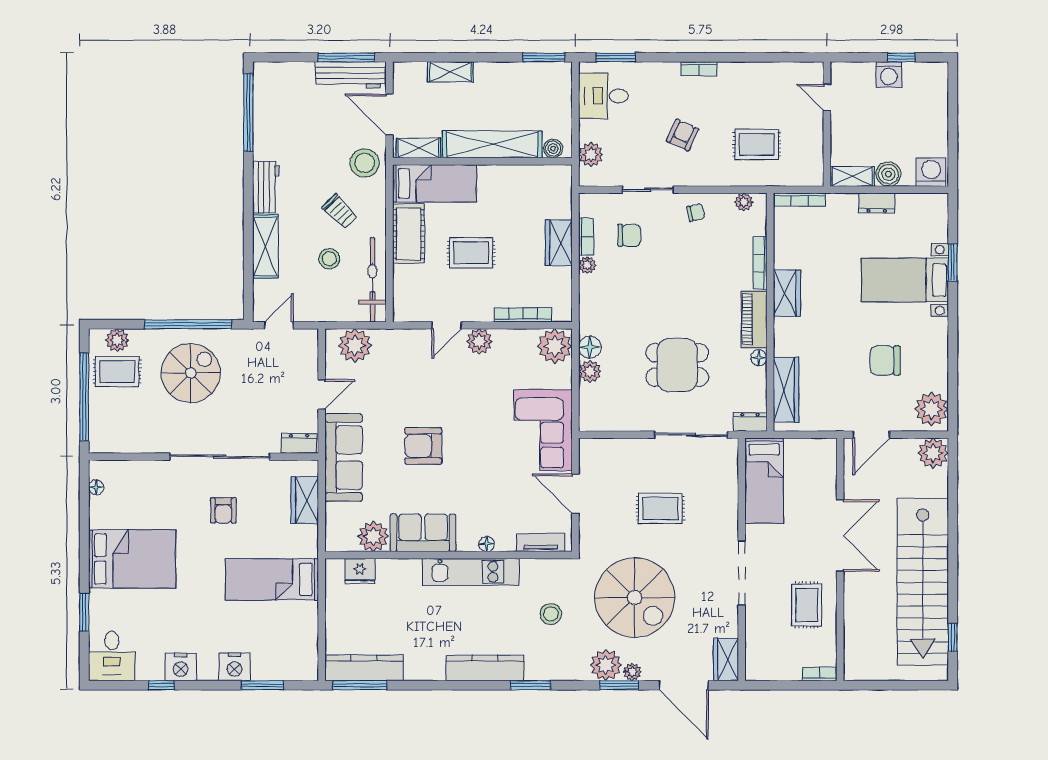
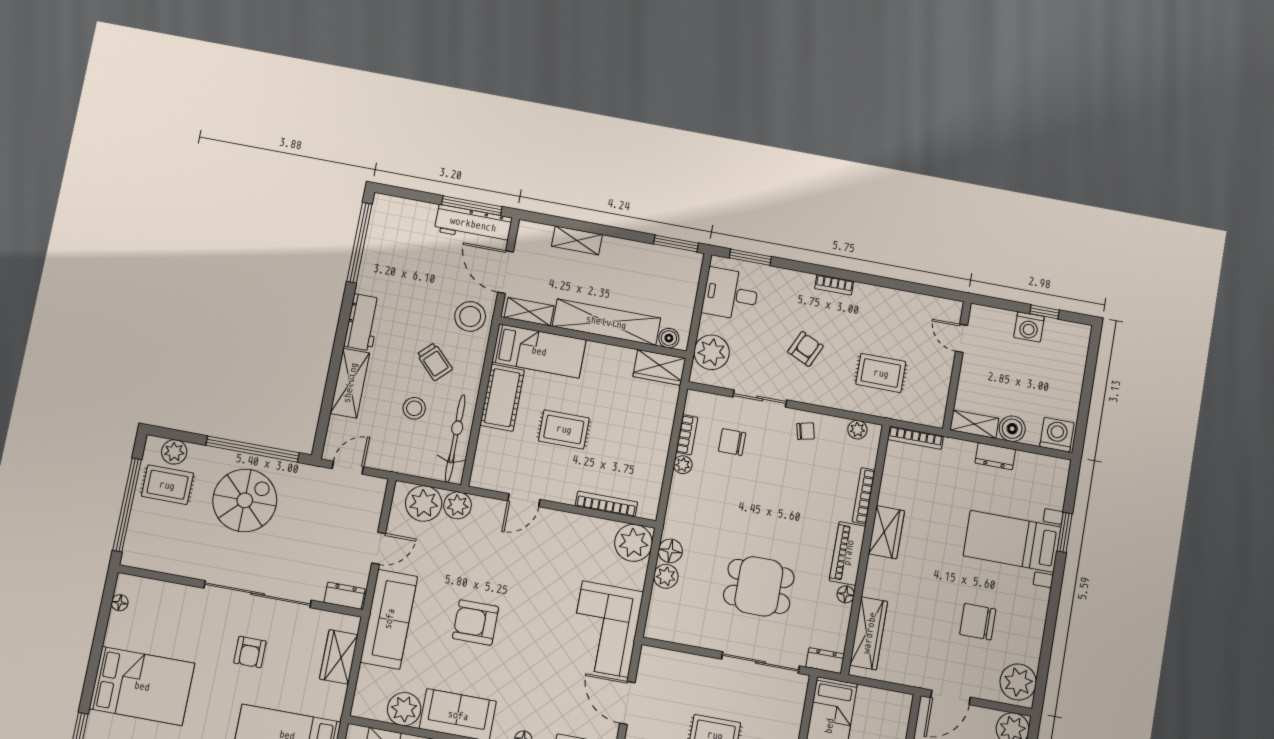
plant: (591, 155) -> (712, 352), width x1.36, depth x1.36
chair: (629, 235) -> (732, 442), turned 180
wardrobe: (559, 243) -> (659, 367), moved, turned -90
plant: (479, 341) -> (457, 505), moved

